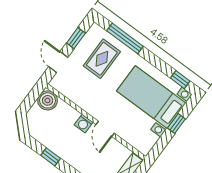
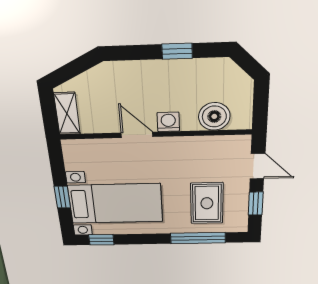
boiler: (48, 100) -> (214, 116), moved

